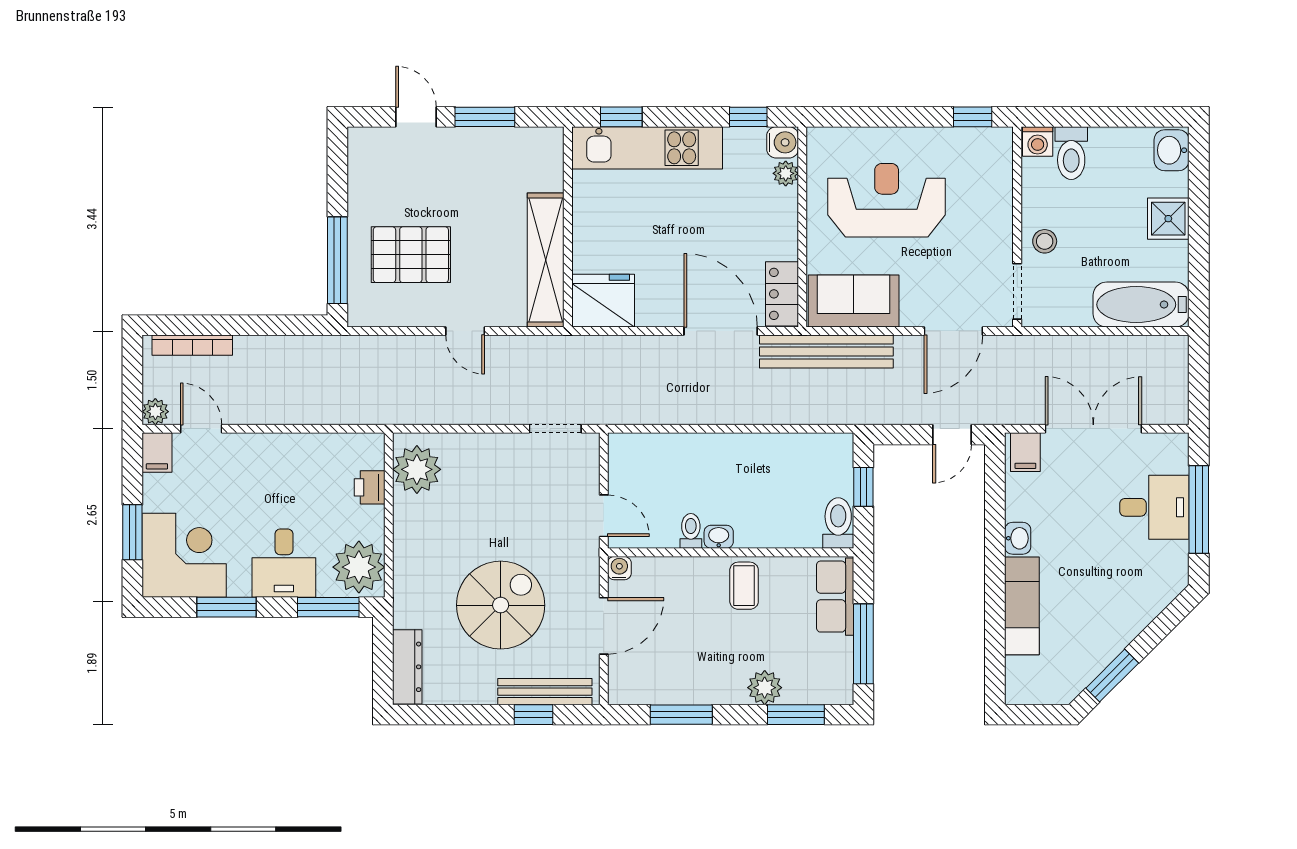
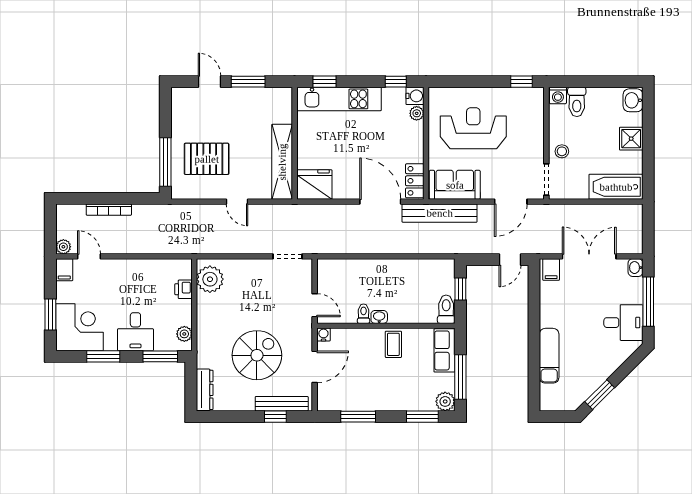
bookcase: (192, 345) -> (109, 210), moved
desk: (1154, 507) -> (623, 323), moved
washbasin: (1018, 538) -> (636, 268), moved, turned 180
plant: (359, 567) -> (184, 334), width x0.53, depth x0.53
plant: (765, 688) -> (445, 401), moved

